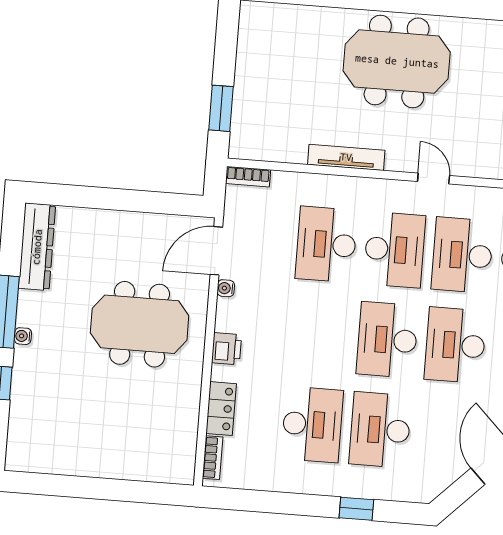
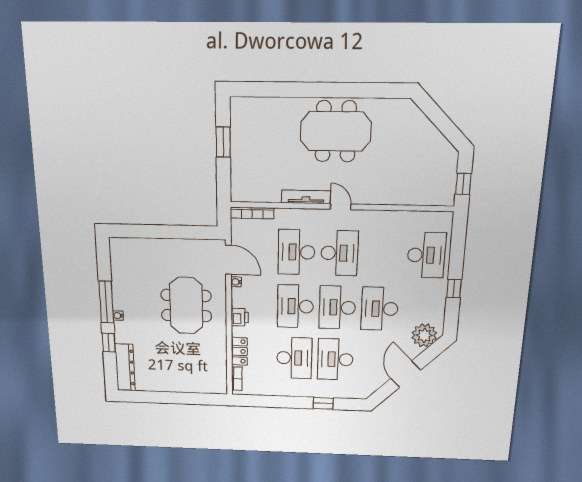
window: (221, 108) -> (223, 142), moved
bookcase: (248, 177) -> (252, 213), width x1.56
door: (434, 179) -> (341, 207), moved
dresser: (37, 247) -> (125, 367), moved
door: (216, 251) -> (228, 260), swing flipped
desk: (462, 255) -> (295, 306), moved
meeting table: (140, 324) -> (186, 306), turned 90

